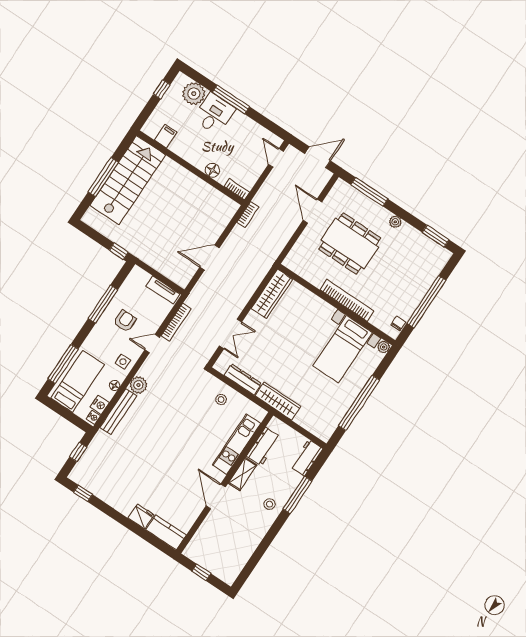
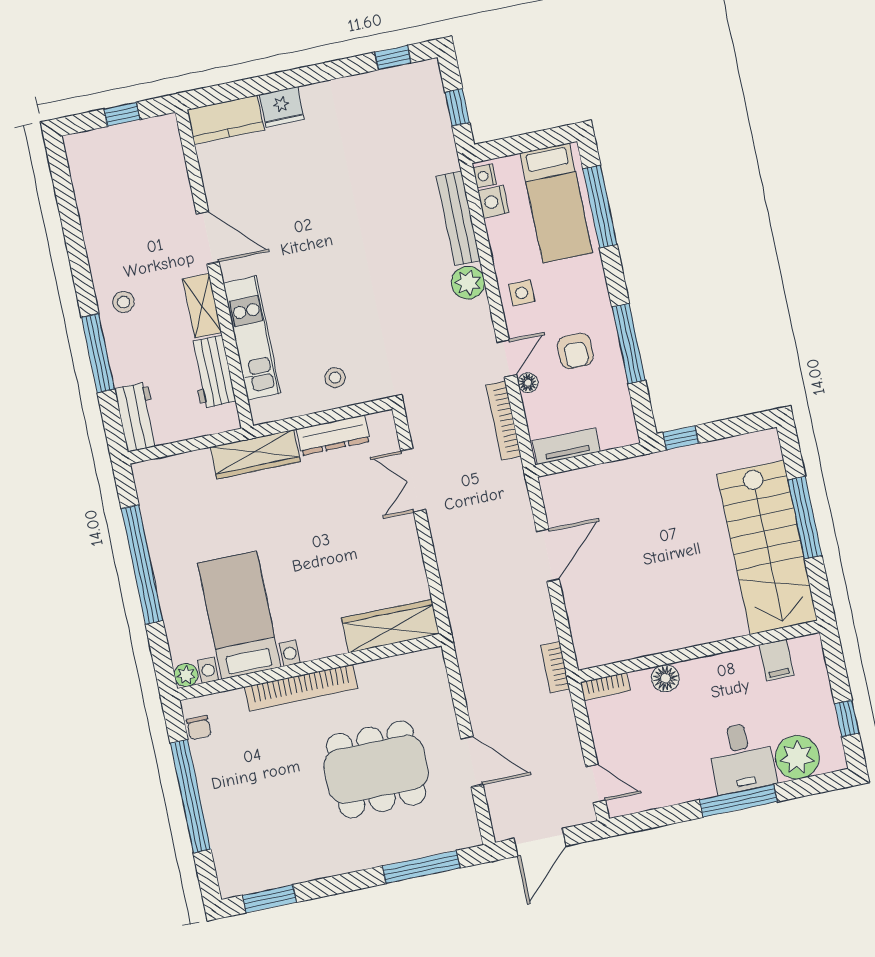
plant: (395, 222) -> (344, 862), removed
wardrobe: (272, 294) -> (390, 626), moved, turned 90
floor lamp: (115, 385) -> (528, 383), moved

